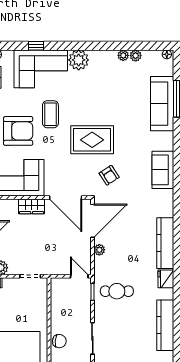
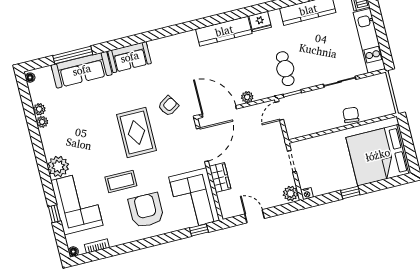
sofa: (163, 170) -> (130, 57), moved

